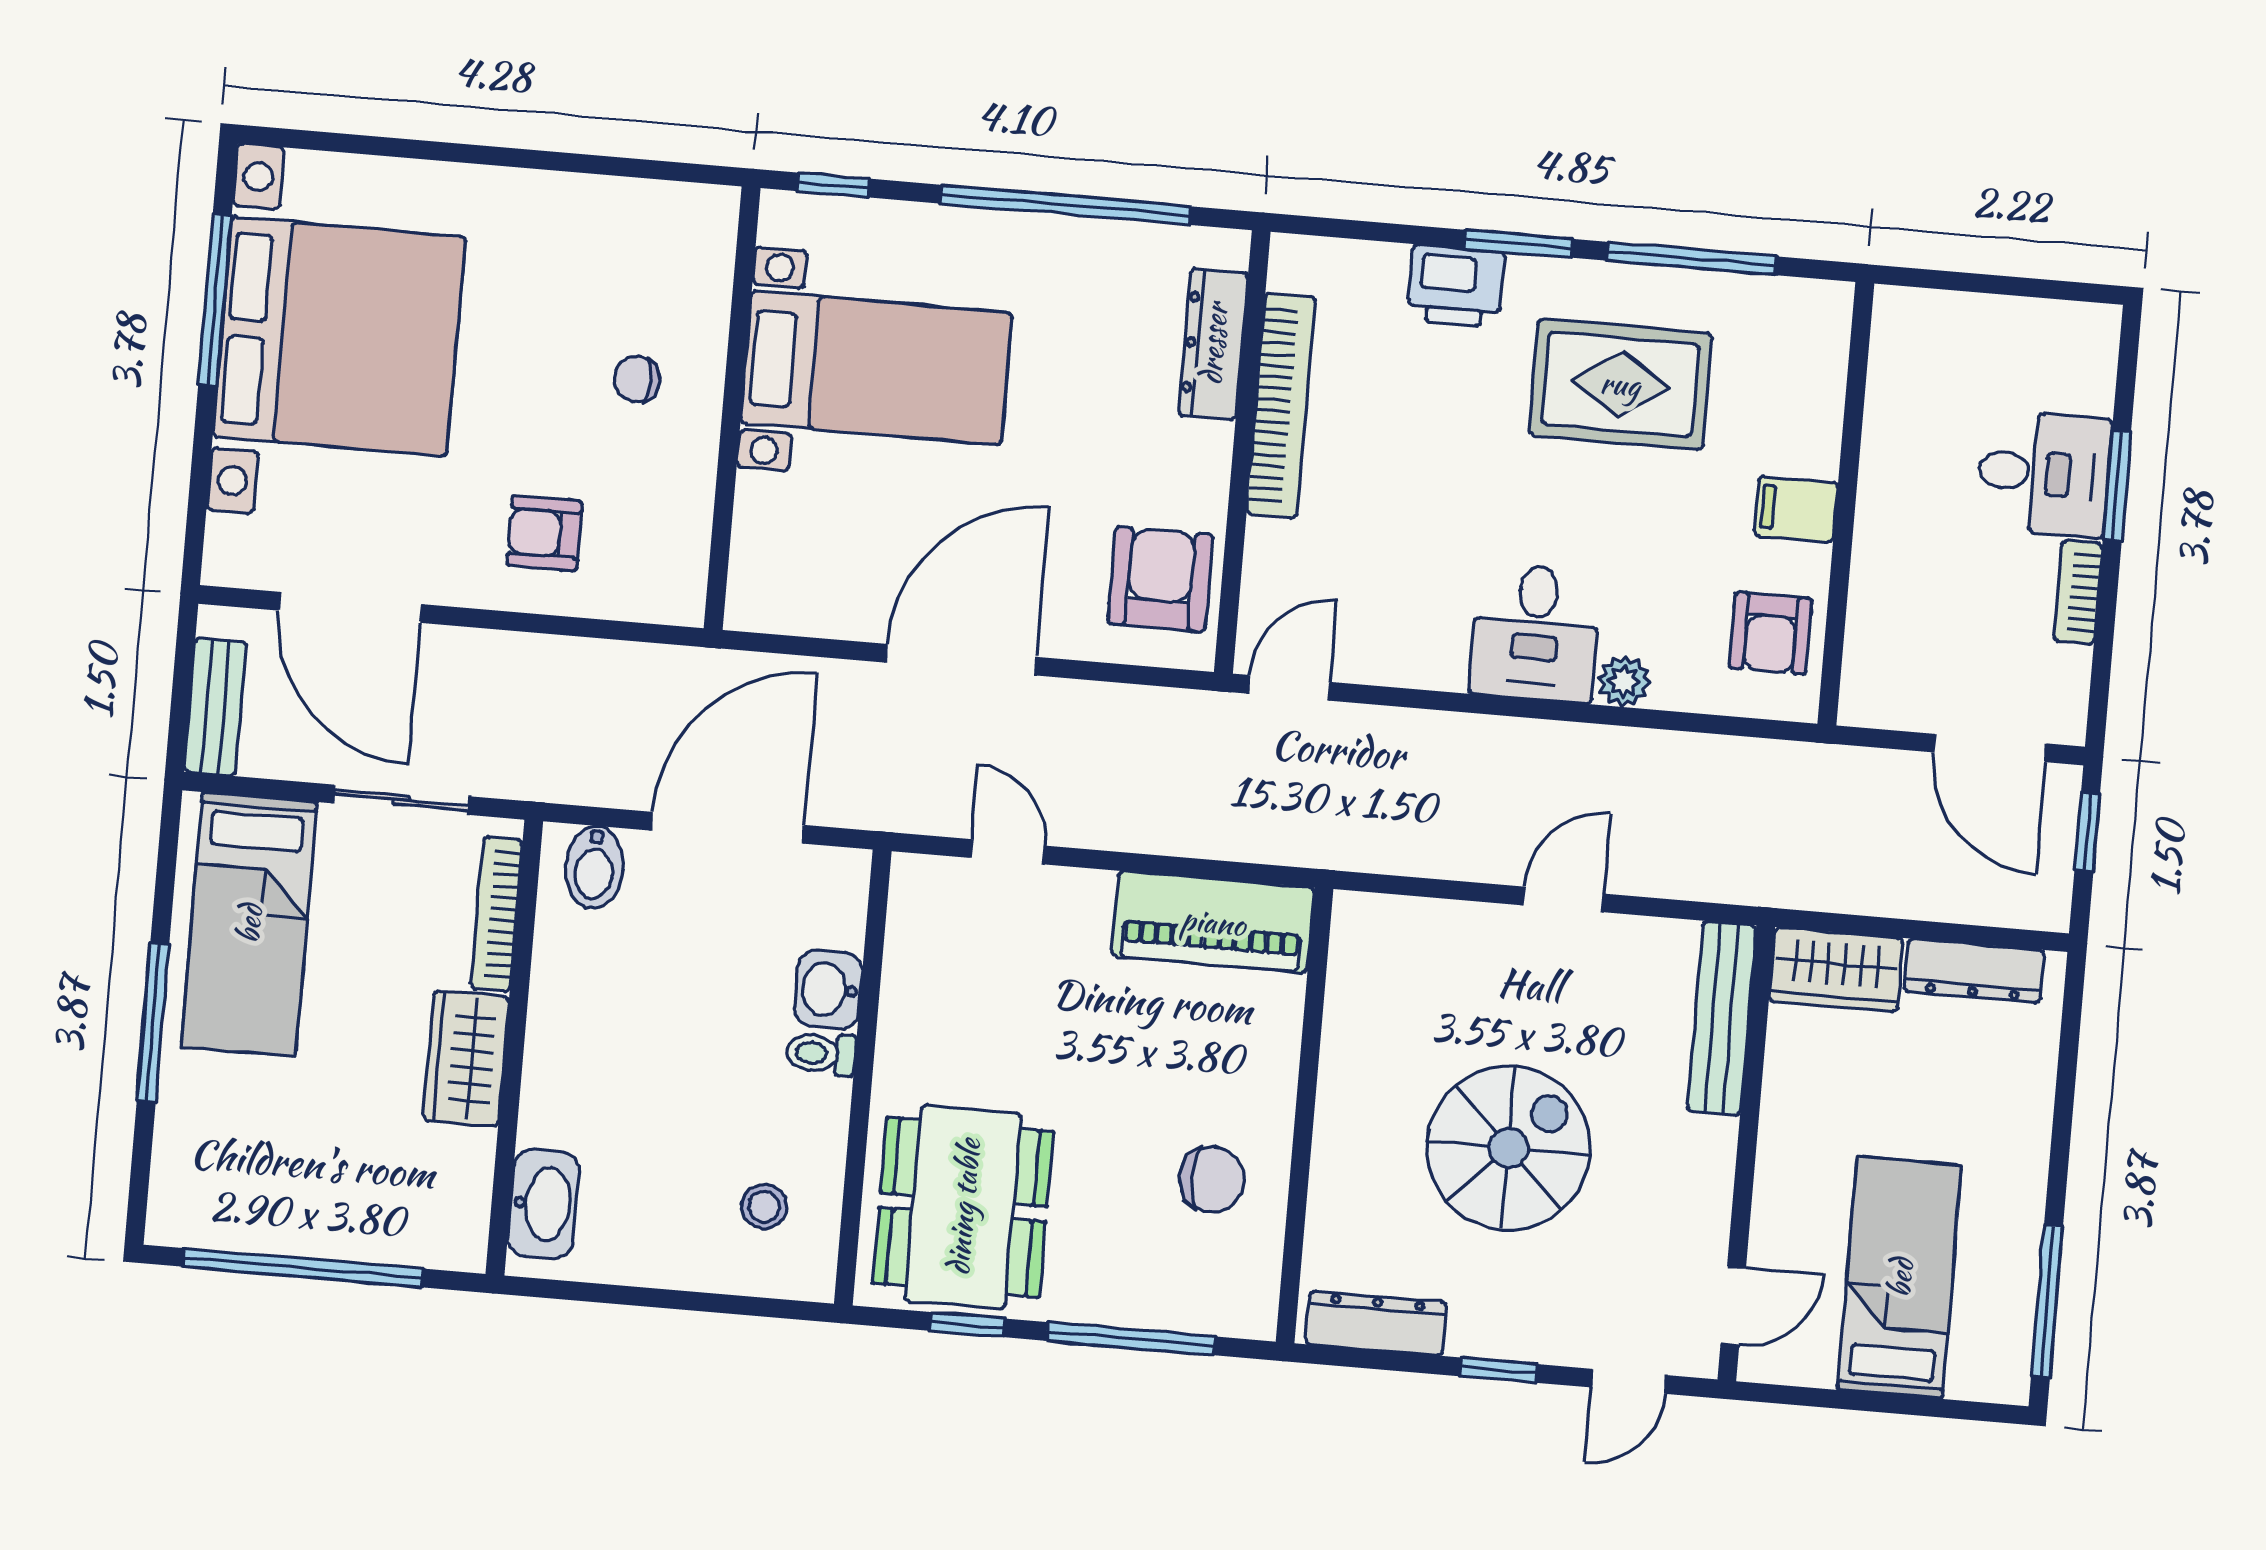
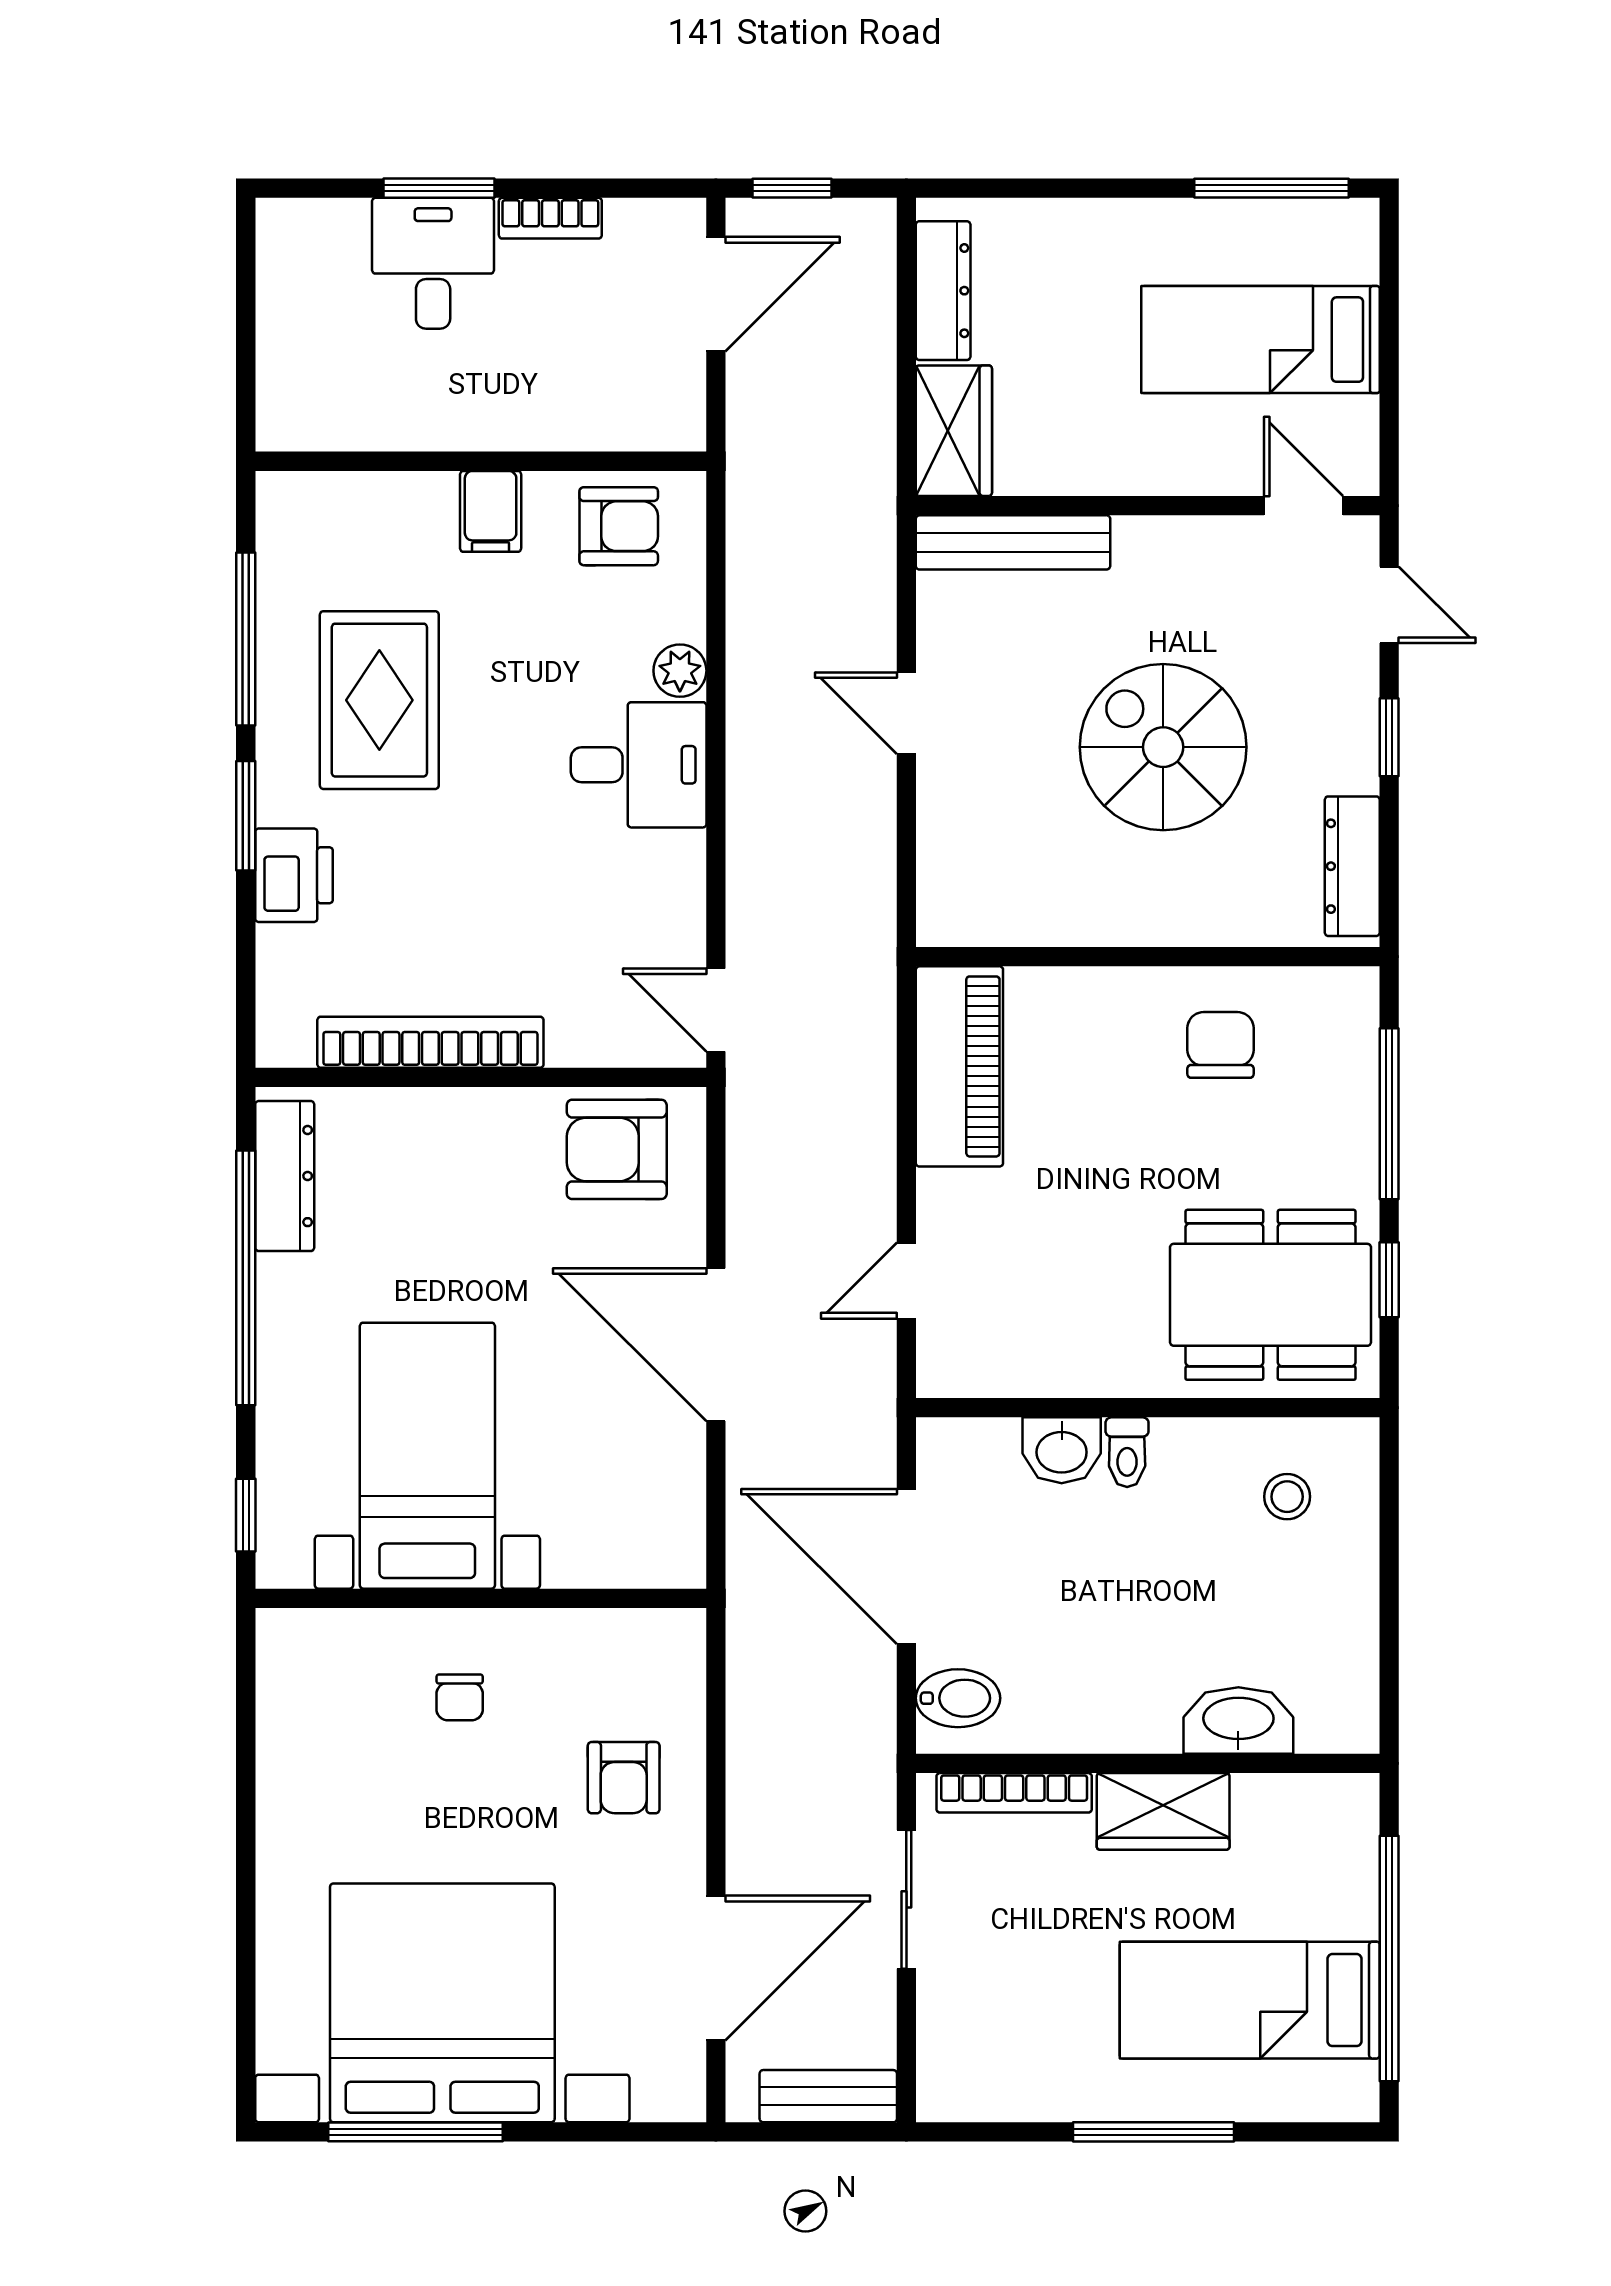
dresser: (1213, 344) -> (285, 1176), moved, turned -90
bed: (249, 924) -> (1250, 2000), moved, turned 180
washbasin: (543, 1204) -> (1238, 1720), moved

